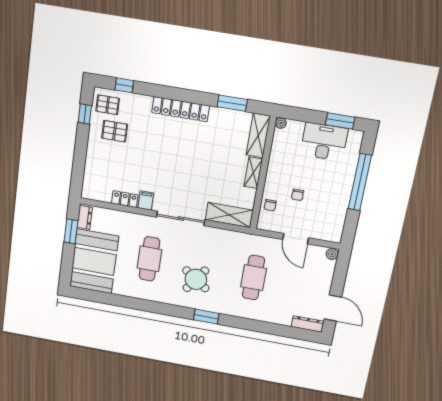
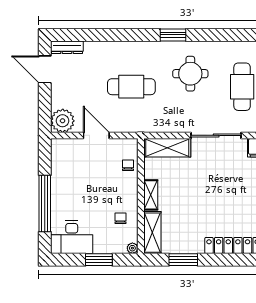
window: (340, 121) -> (99, 260), moved
desk: (324, 142) -> (72, 237), moved
chair: (298, 195) -> (120, 218), moved
plant: (332, 254) -> (63, 121), width x1.87, depth x1.87
cafe table: (253, 278) -> (131, 87), turned 90
round table: (196, 279) -> (190, 74), turned -35

